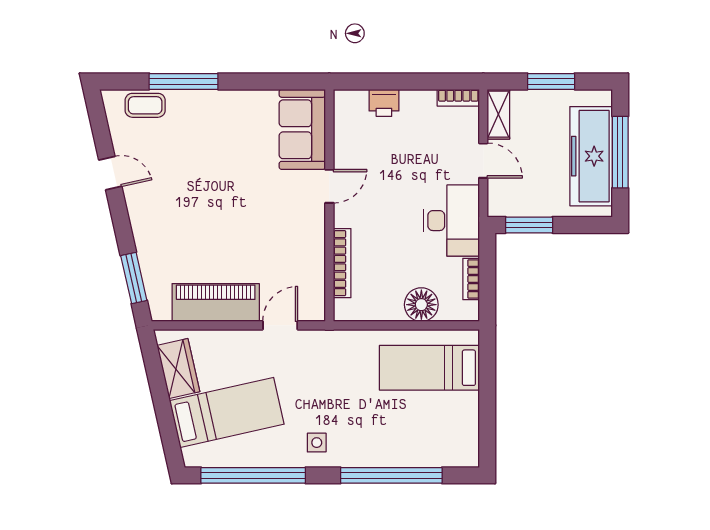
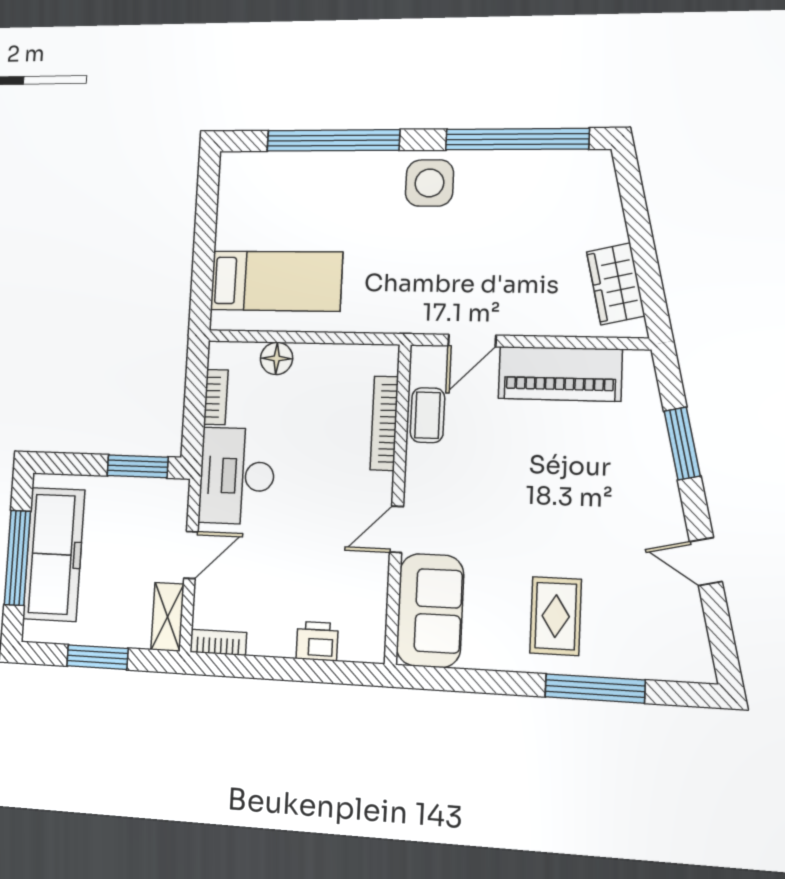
coffee table: (145, 105) -> (427, 415), moved, turned 90
rug: (213, 130) -> (556, 616), added
door: (483, 161) -> (191, 555), swing flipped
window: (134, 278) -> (682, 444), moved
floor lamp: (421, 305) -> (277, 358), width x0.73, depth x0.73
bed: (227, 412) -> (550, 223), removed
side table: (317, 443) -> (429, 183), width x1.87, depth x1.87

